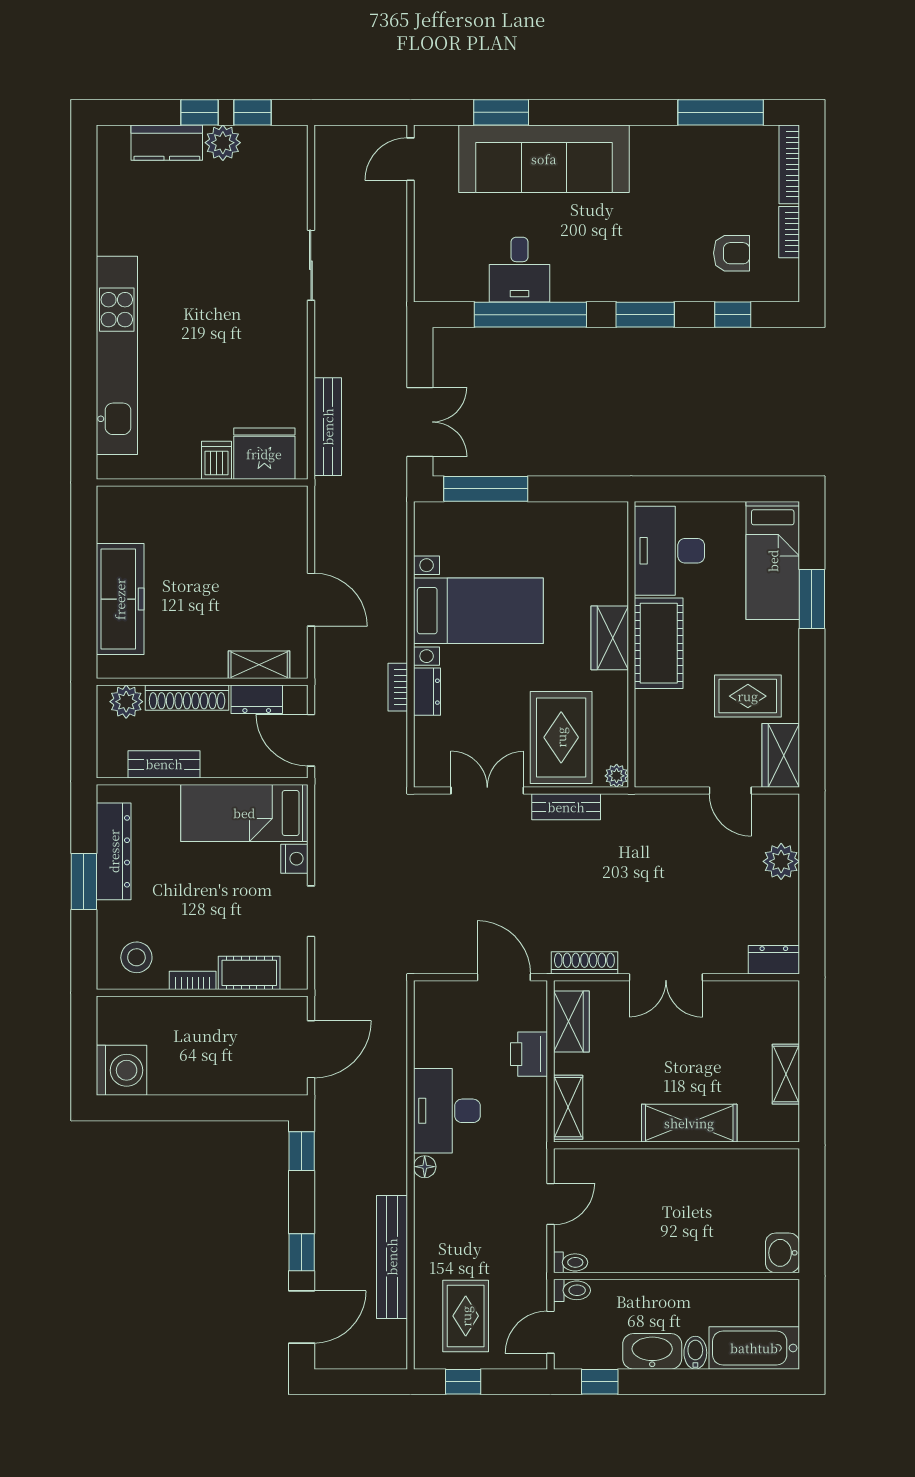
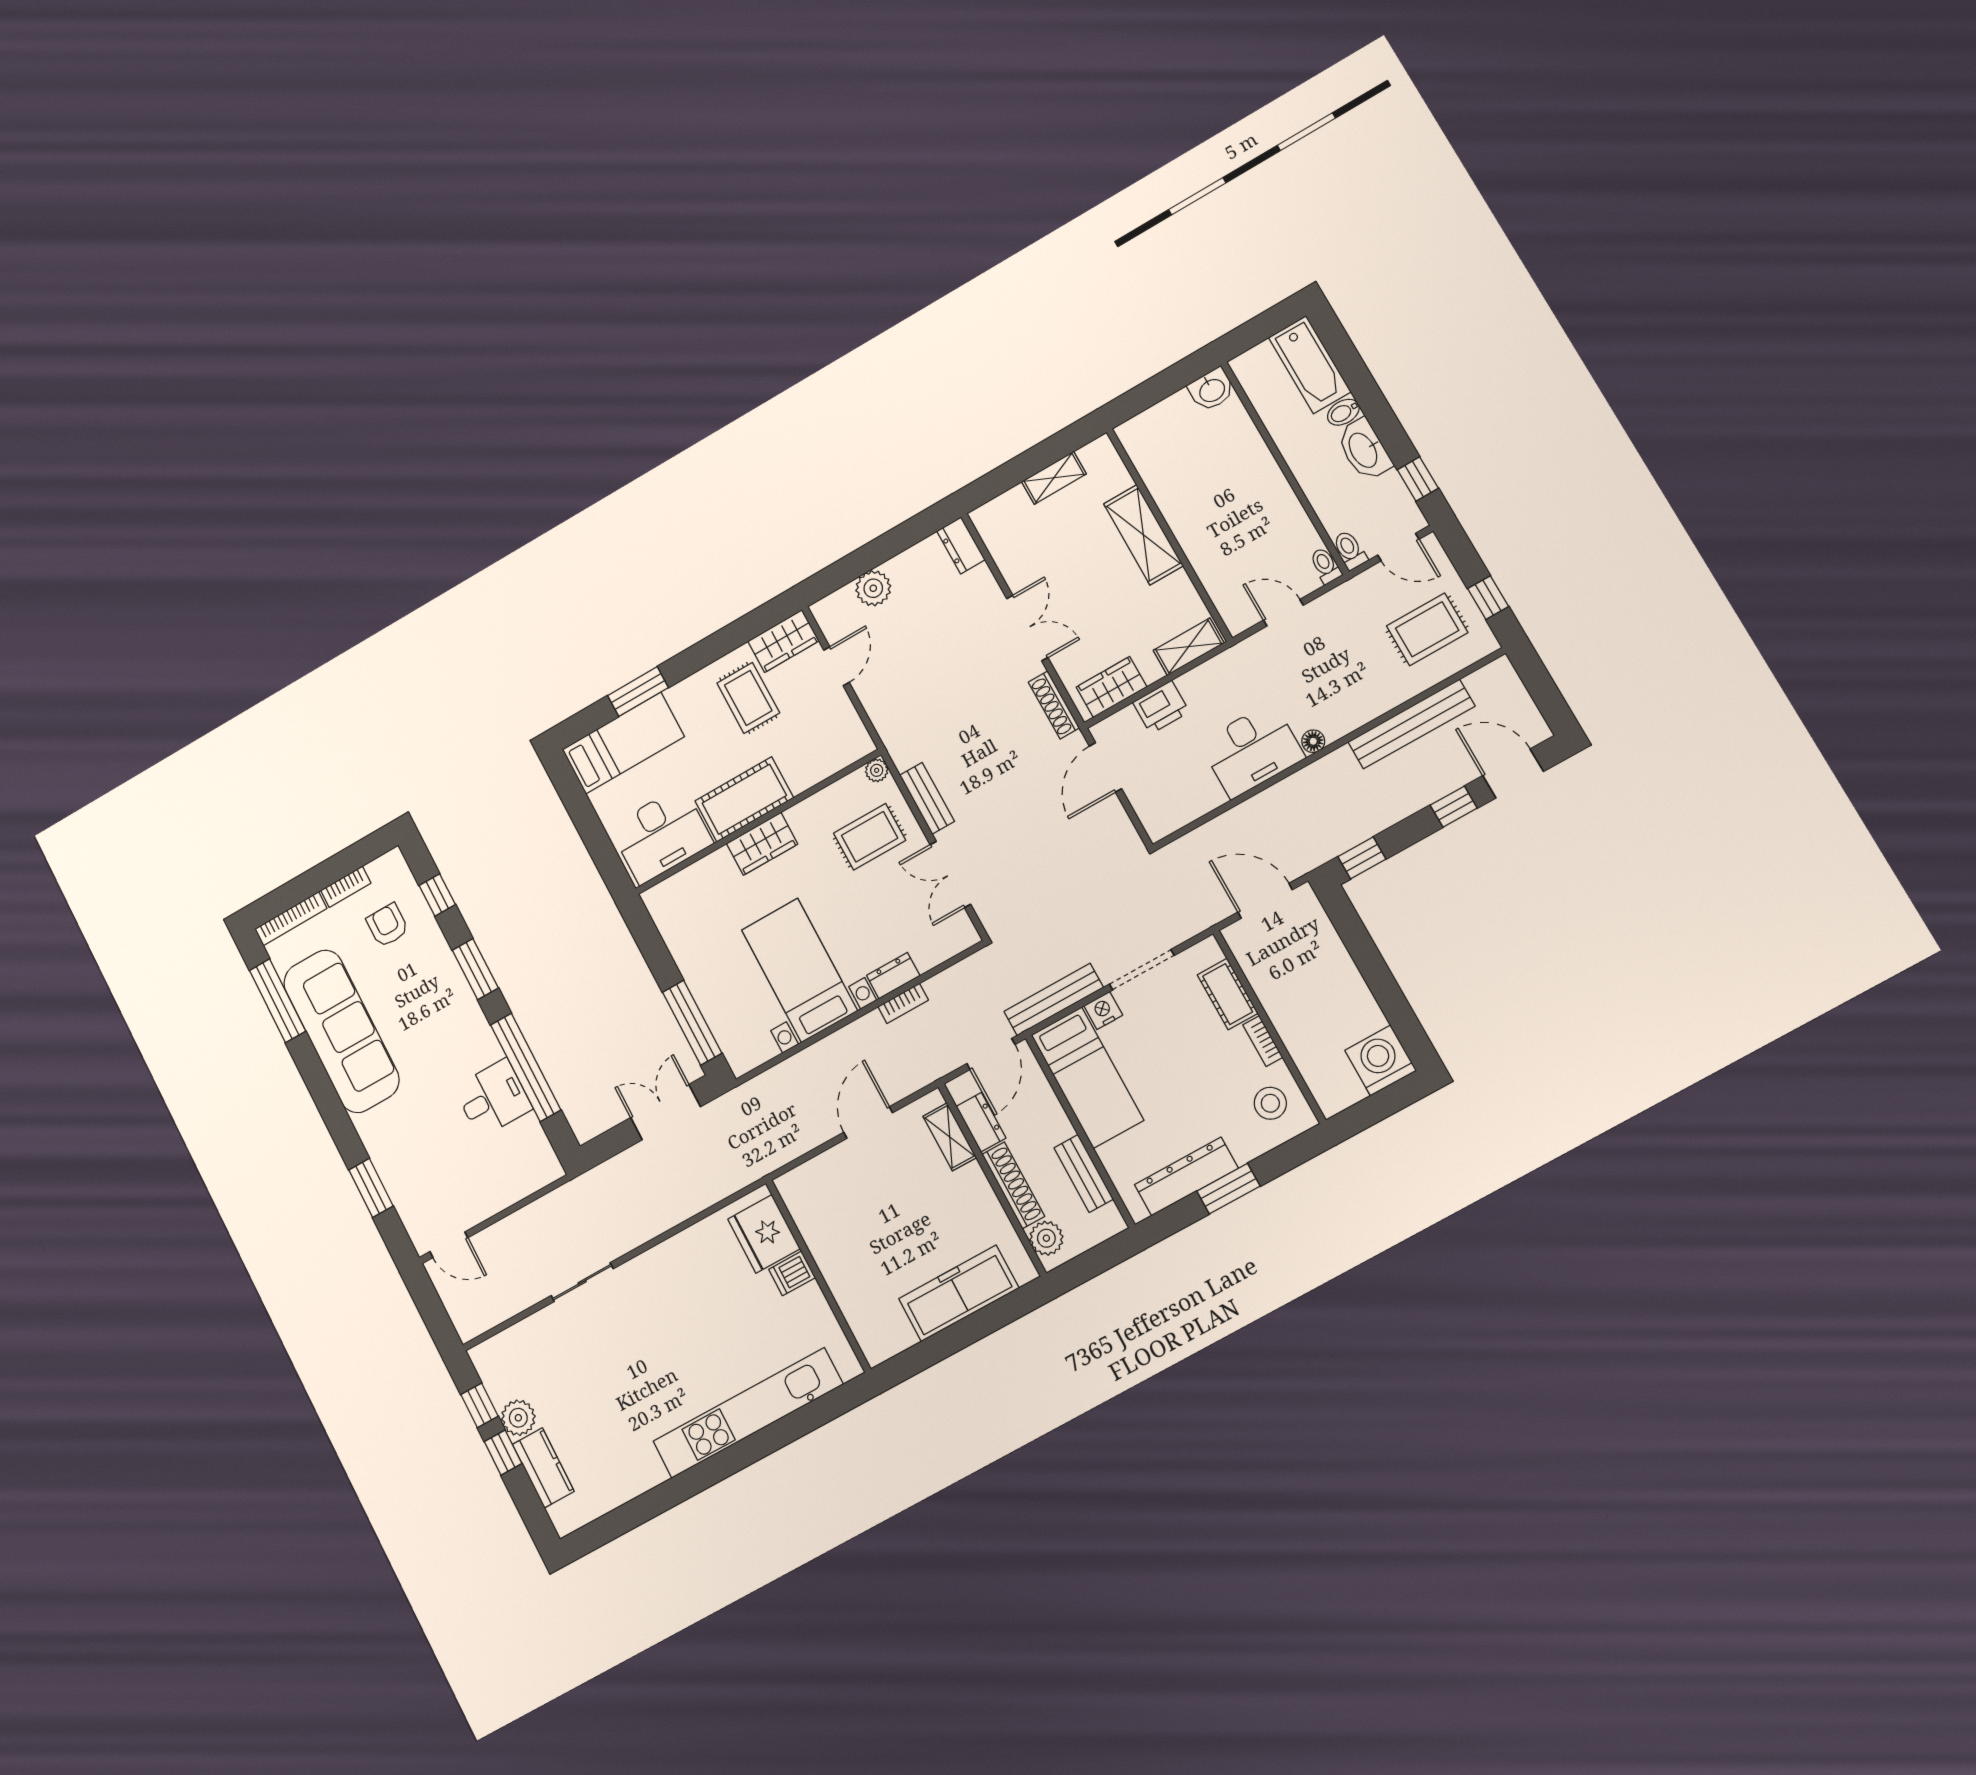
sofa: (544, 159) -> (341, 1031), moved
bench: (328, 427) -> (1054, 999), moved
rug: (561, 737) -> (870, 837), width x0.73, depth x0.70
doorway: (311, 911) -> (1142, 970), width x1.38

